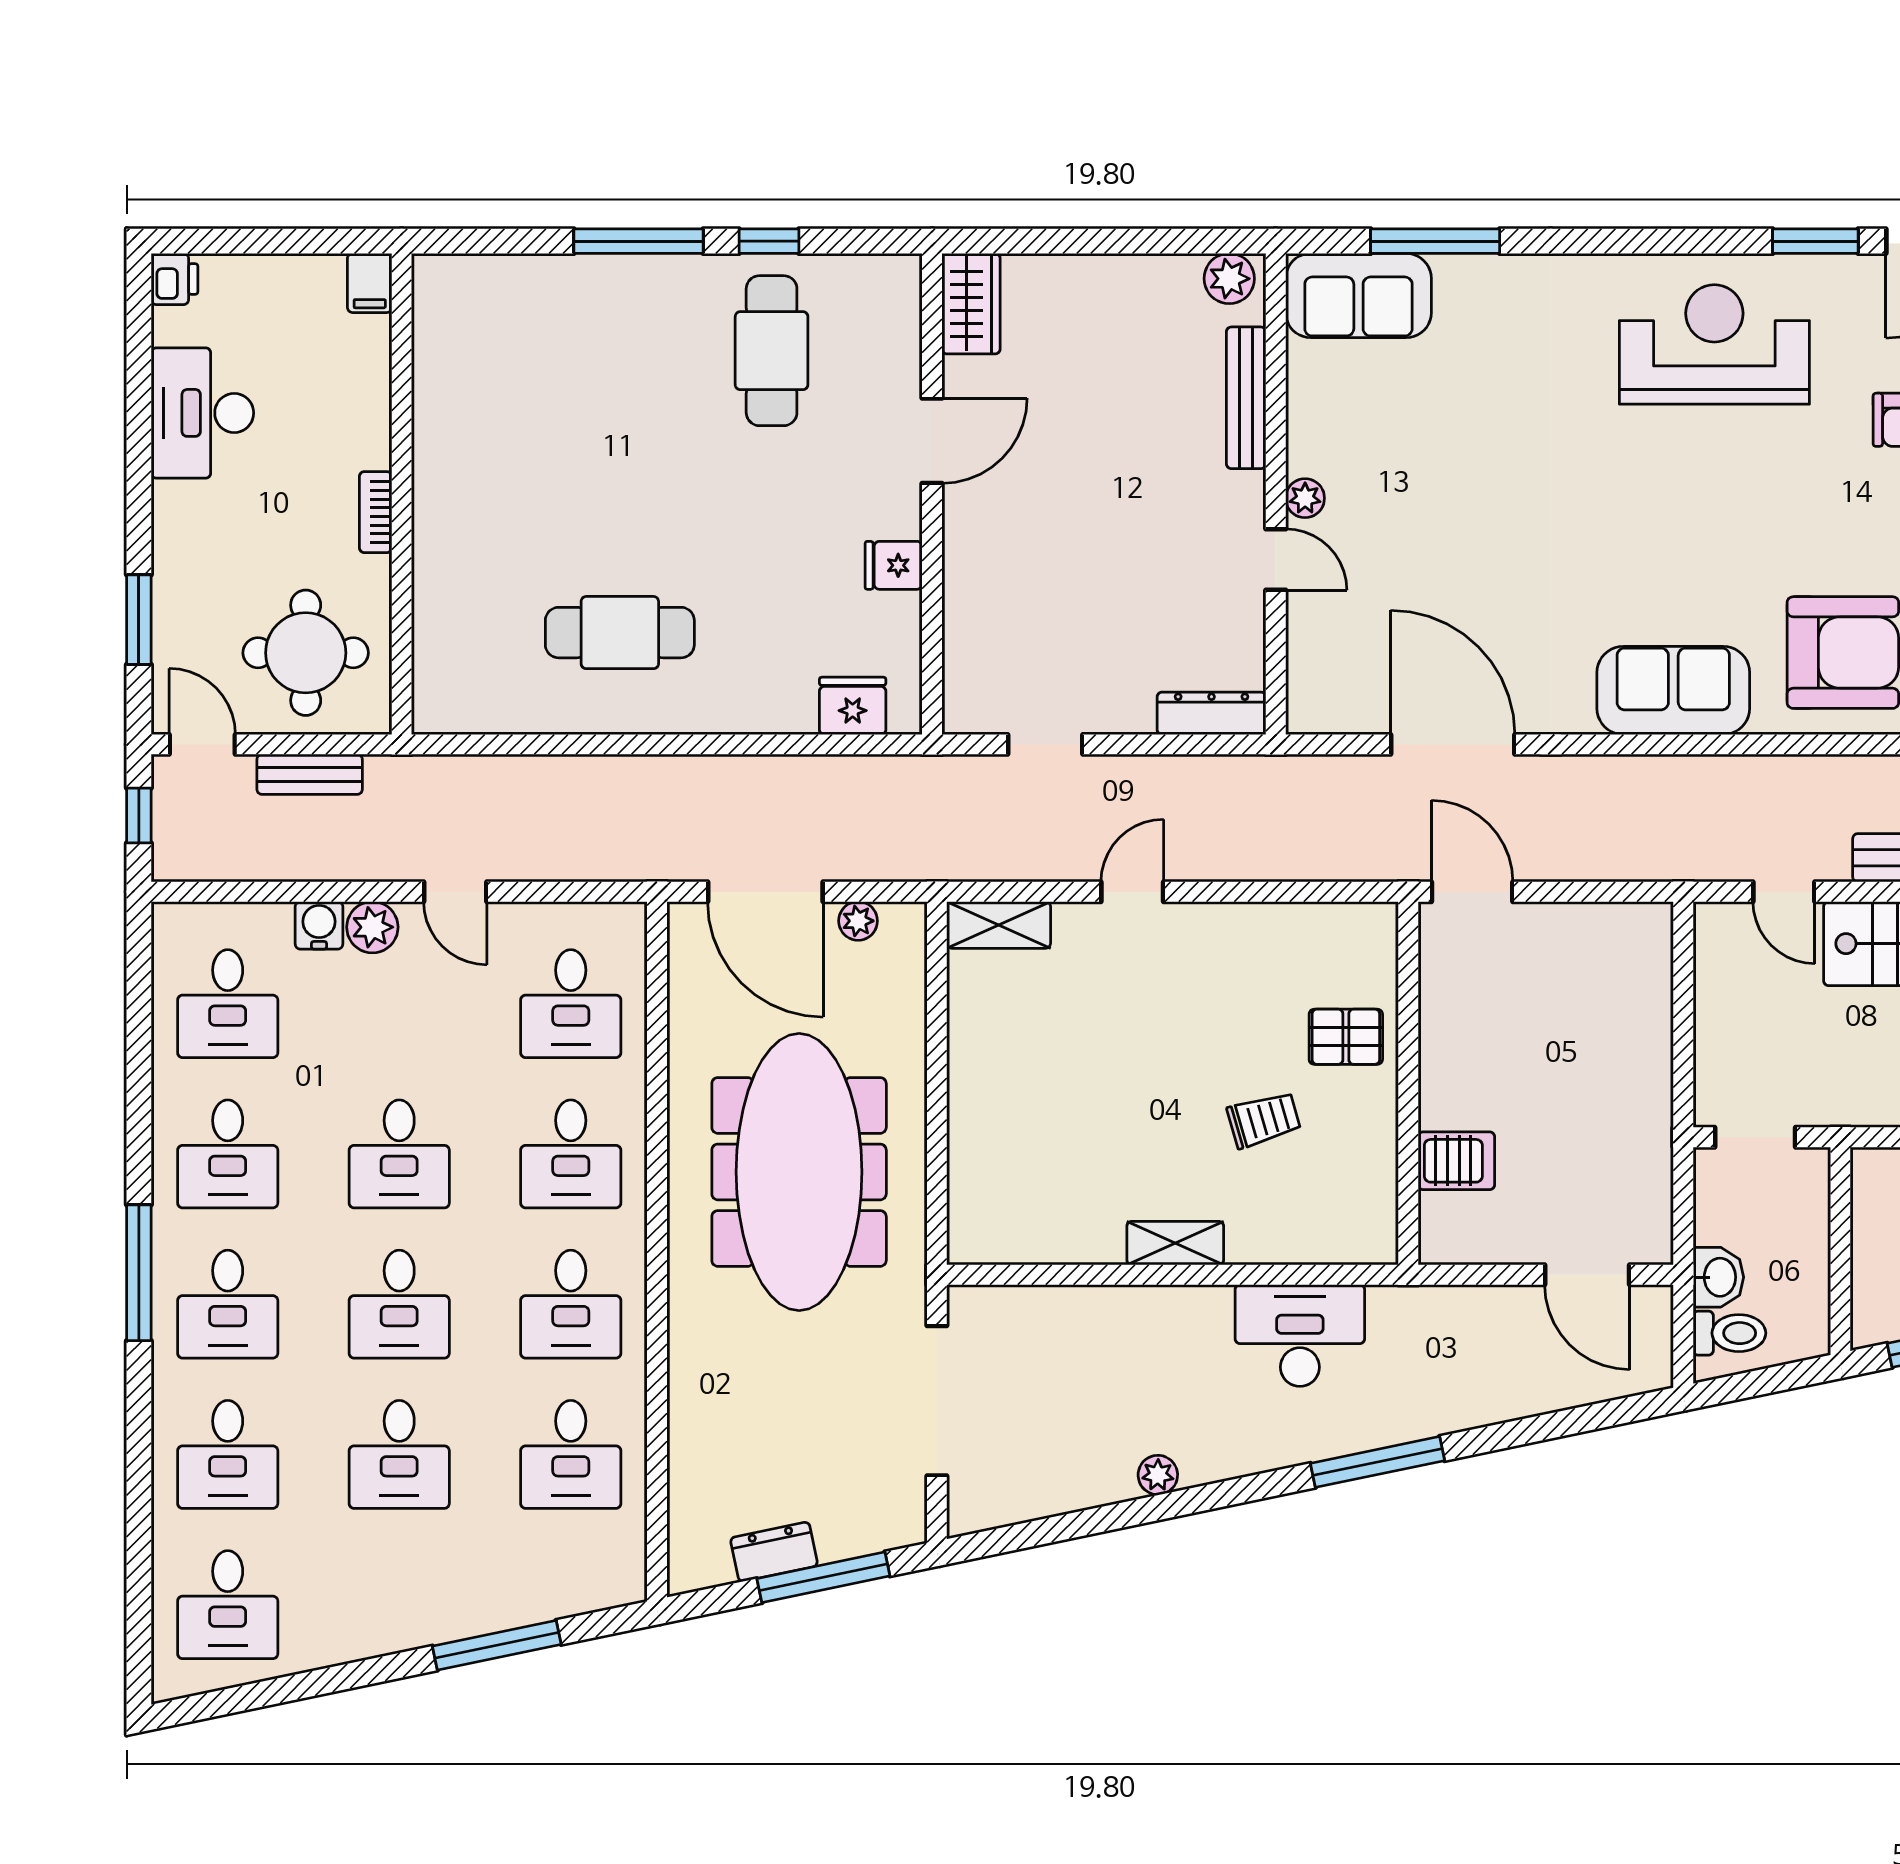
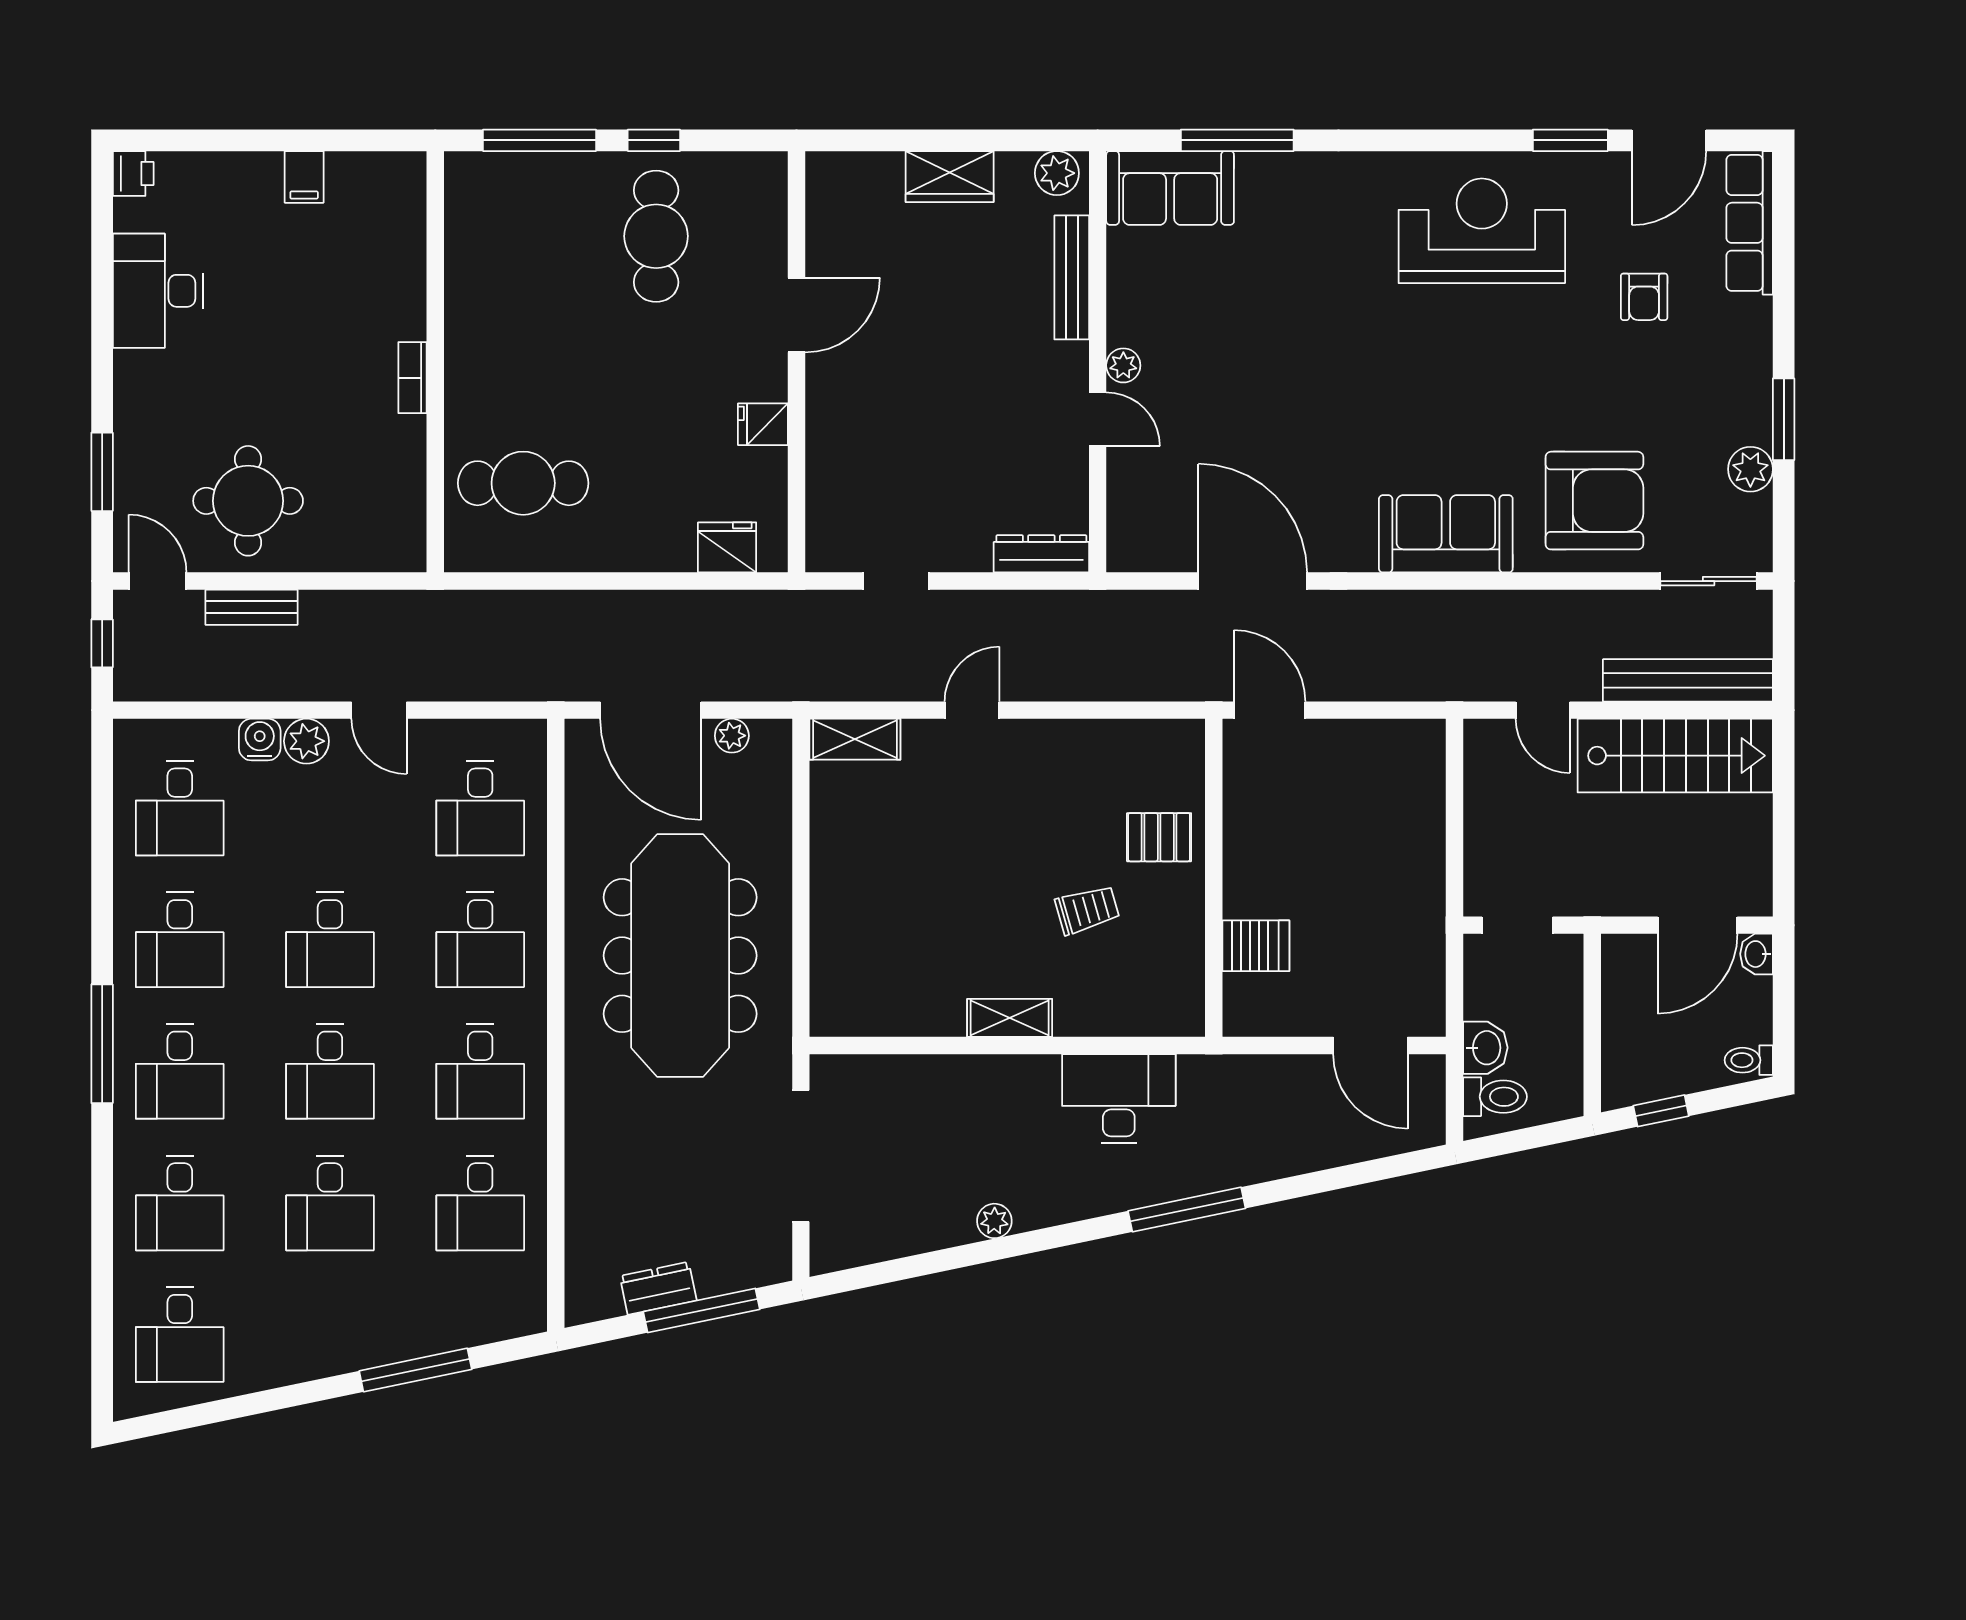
wardrobe: (971, 304) -> (950, 177), moved, turned 90
wall: (402, 494) -> (435, 362), moved
bookcase: (376, 512) -> (413, 378), moved

